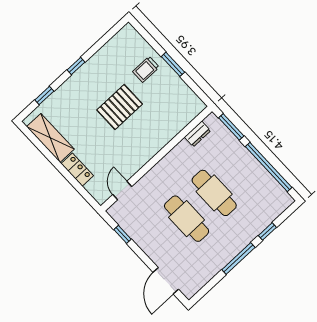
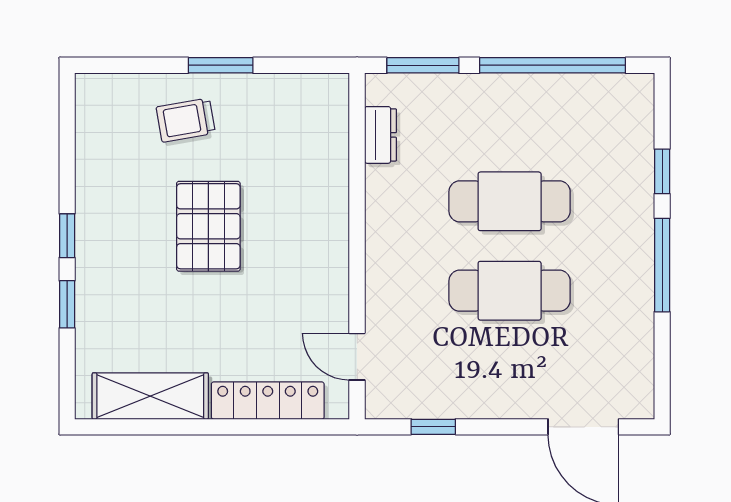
trolley: (146, 69) -> (186, 120), turned 80
window: (44, 96) -> (67, 304), moved
locker: (77, 170) -> (268, 401), width x1.53

